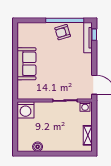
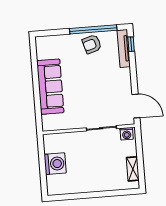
sofa: (26, 64) -> (50, 87), width x1.36
washing machine: (25, 110) -> (55, 164), moved, turned -90
boiler: (38, 147) -> (72, 188), removed

